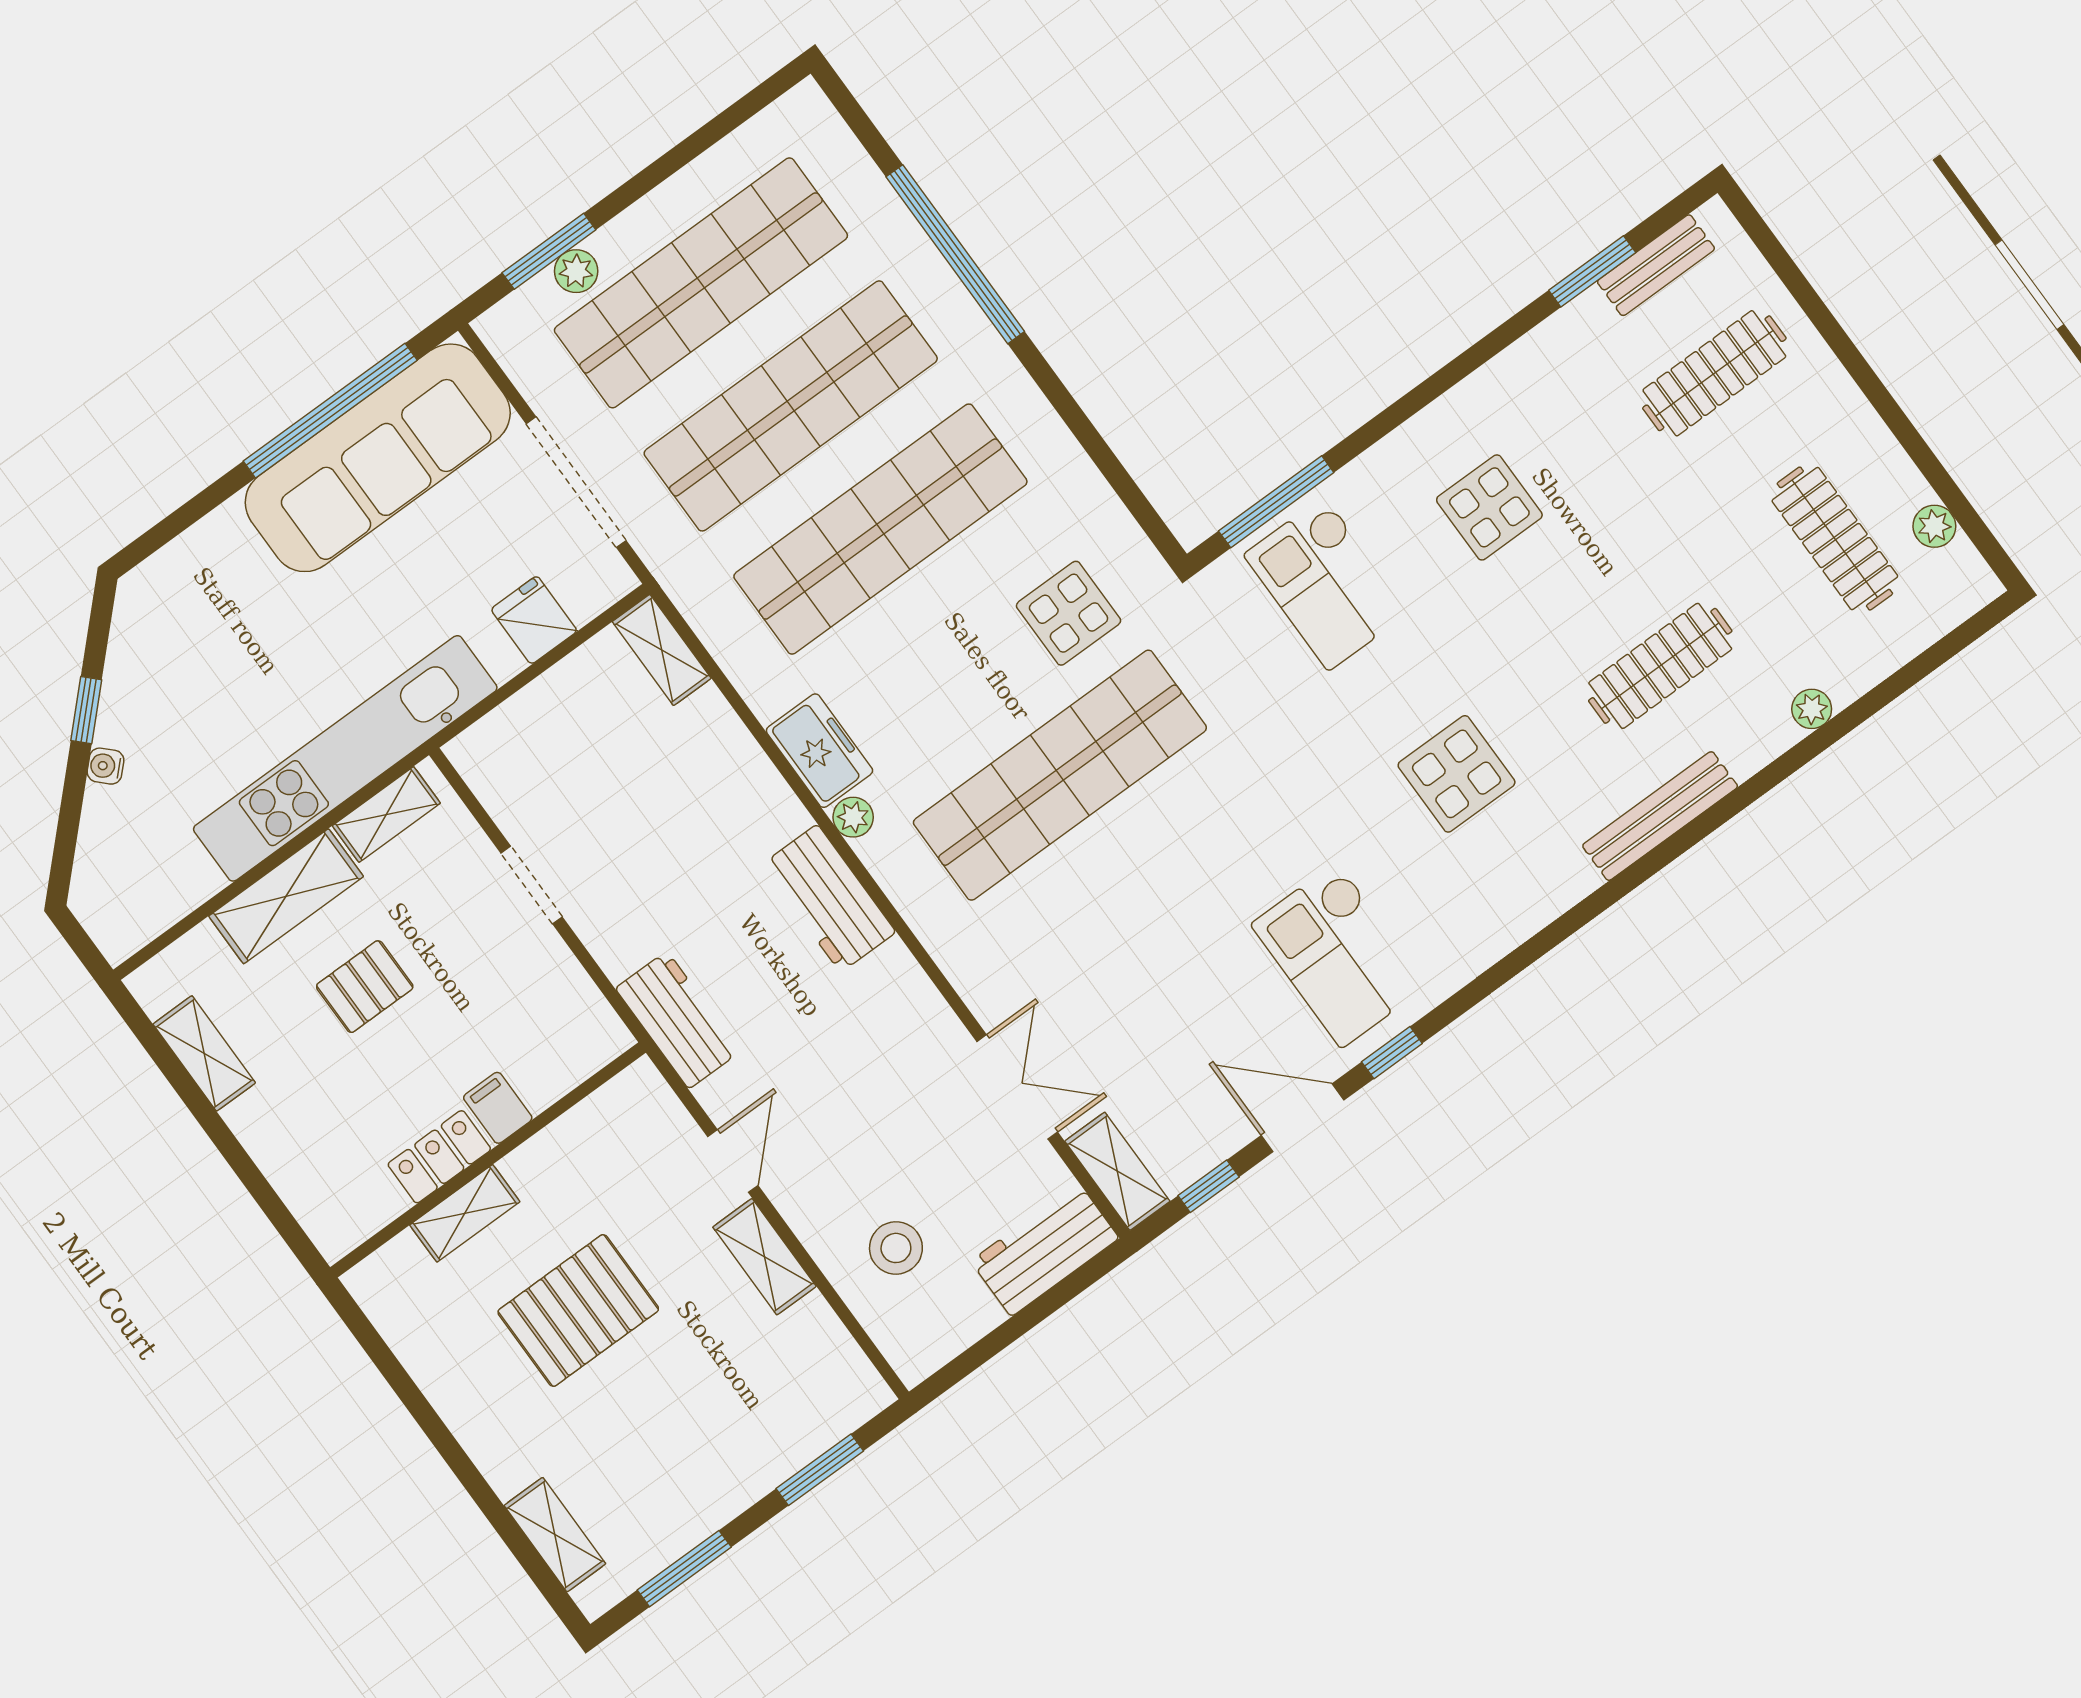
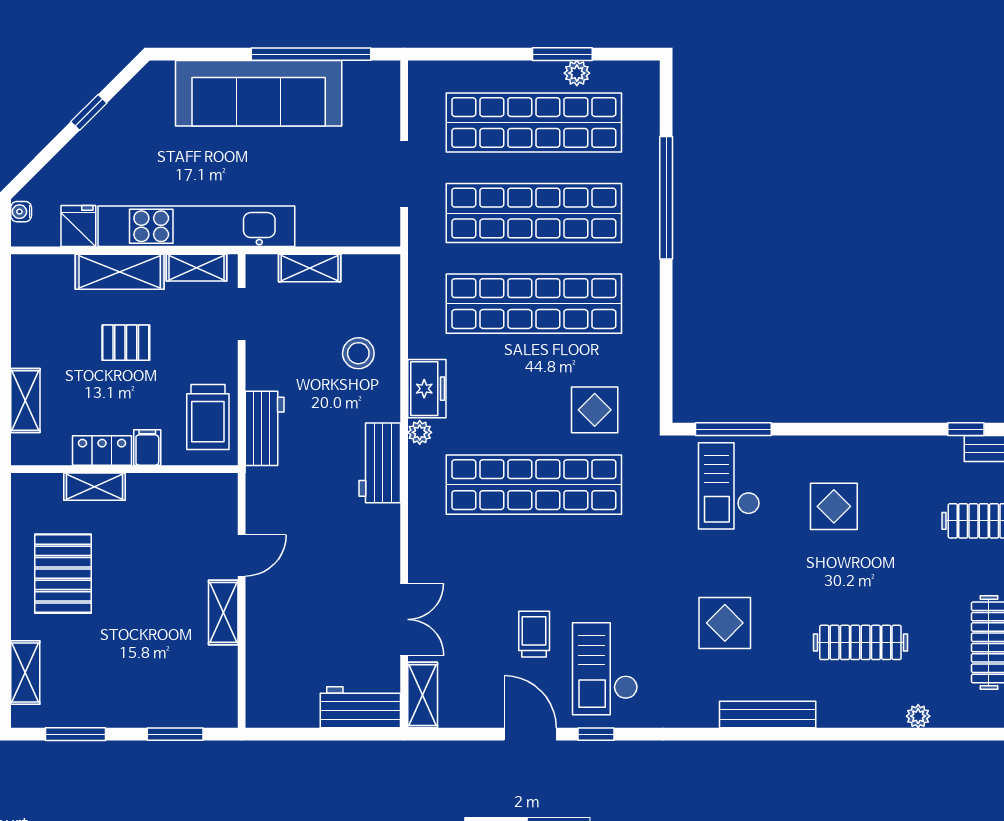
window: (549, 251) -> (562, 54), moved
plant: (576, 271) -> (577, 73), moved
window: (1592, 271) -> (966, 429), width x0.67
sofa: (378, 458) -> (259, 93), moved
doorway: (576, 482) -> (404, 174), width x0.73
fridge: (534, 620) -> (78, 226), moved
shelving: (662, 650) -> (310, 268), moved, turned 90
water cooler: (105, 766) -> (21, 212), moved, turned -45
bench: (1660, 816) -> (768, 714), moved
doorway: (532, 885) -> (242, 314), moved
trolley: (1208, 978) -> (534, 634), added
trolley: (550, 1006) -> (208, 417), added
workbench: (678, 1020) -> (265, 428), moved
shelving: (204, 1053) -> (25, 401), moved
window: (1209, 1186) -> (461, 734), removed
stool: (896, 1248) -> (358, 353), moved
pallet: (578, 1310) -> (63, 574), moved, turned 90

